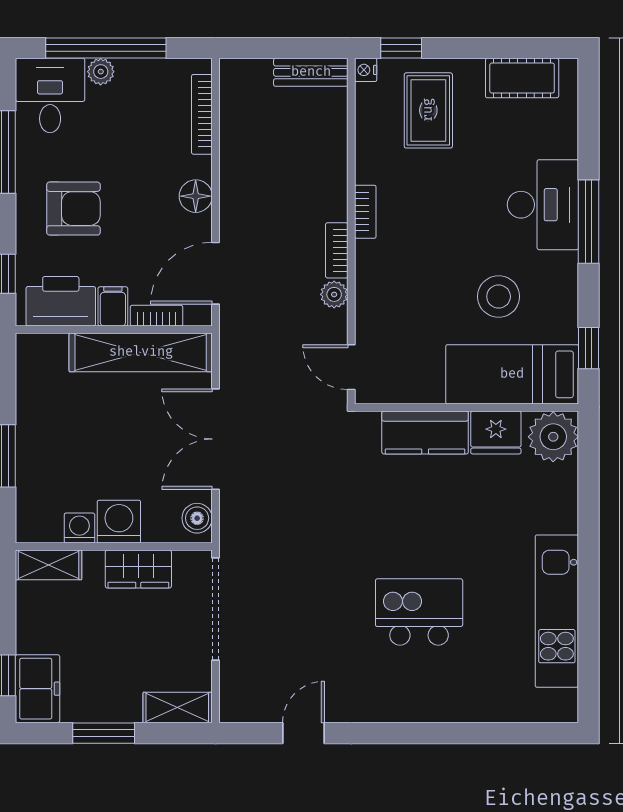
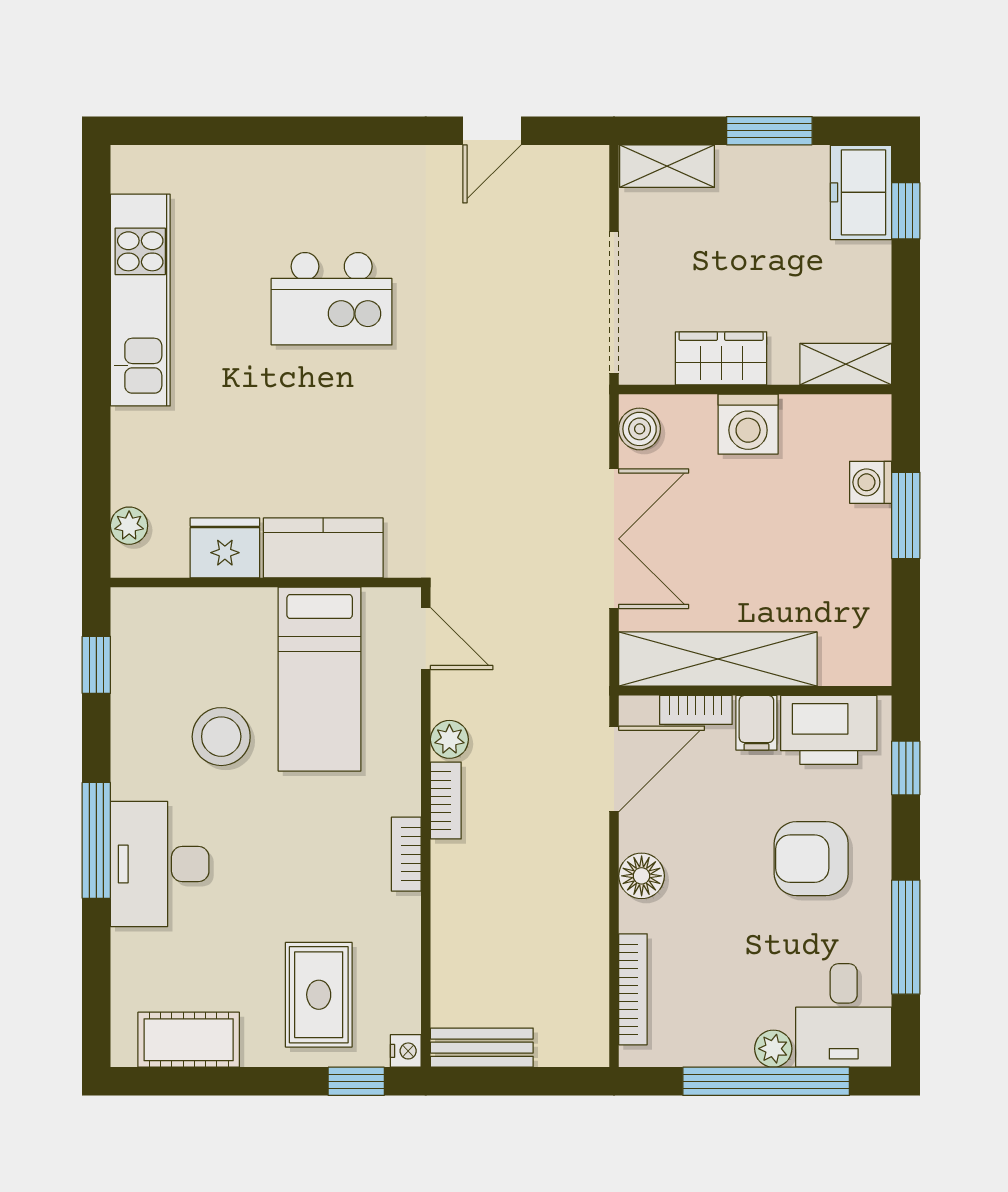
bed: (512, 374) -> (320, 679), moved, turned 90
plant: (553, 437) -> (129, 526), width x0.53, depth x0.53
washing machine: (79, 528) -> (871, 482), moved, turned 90

